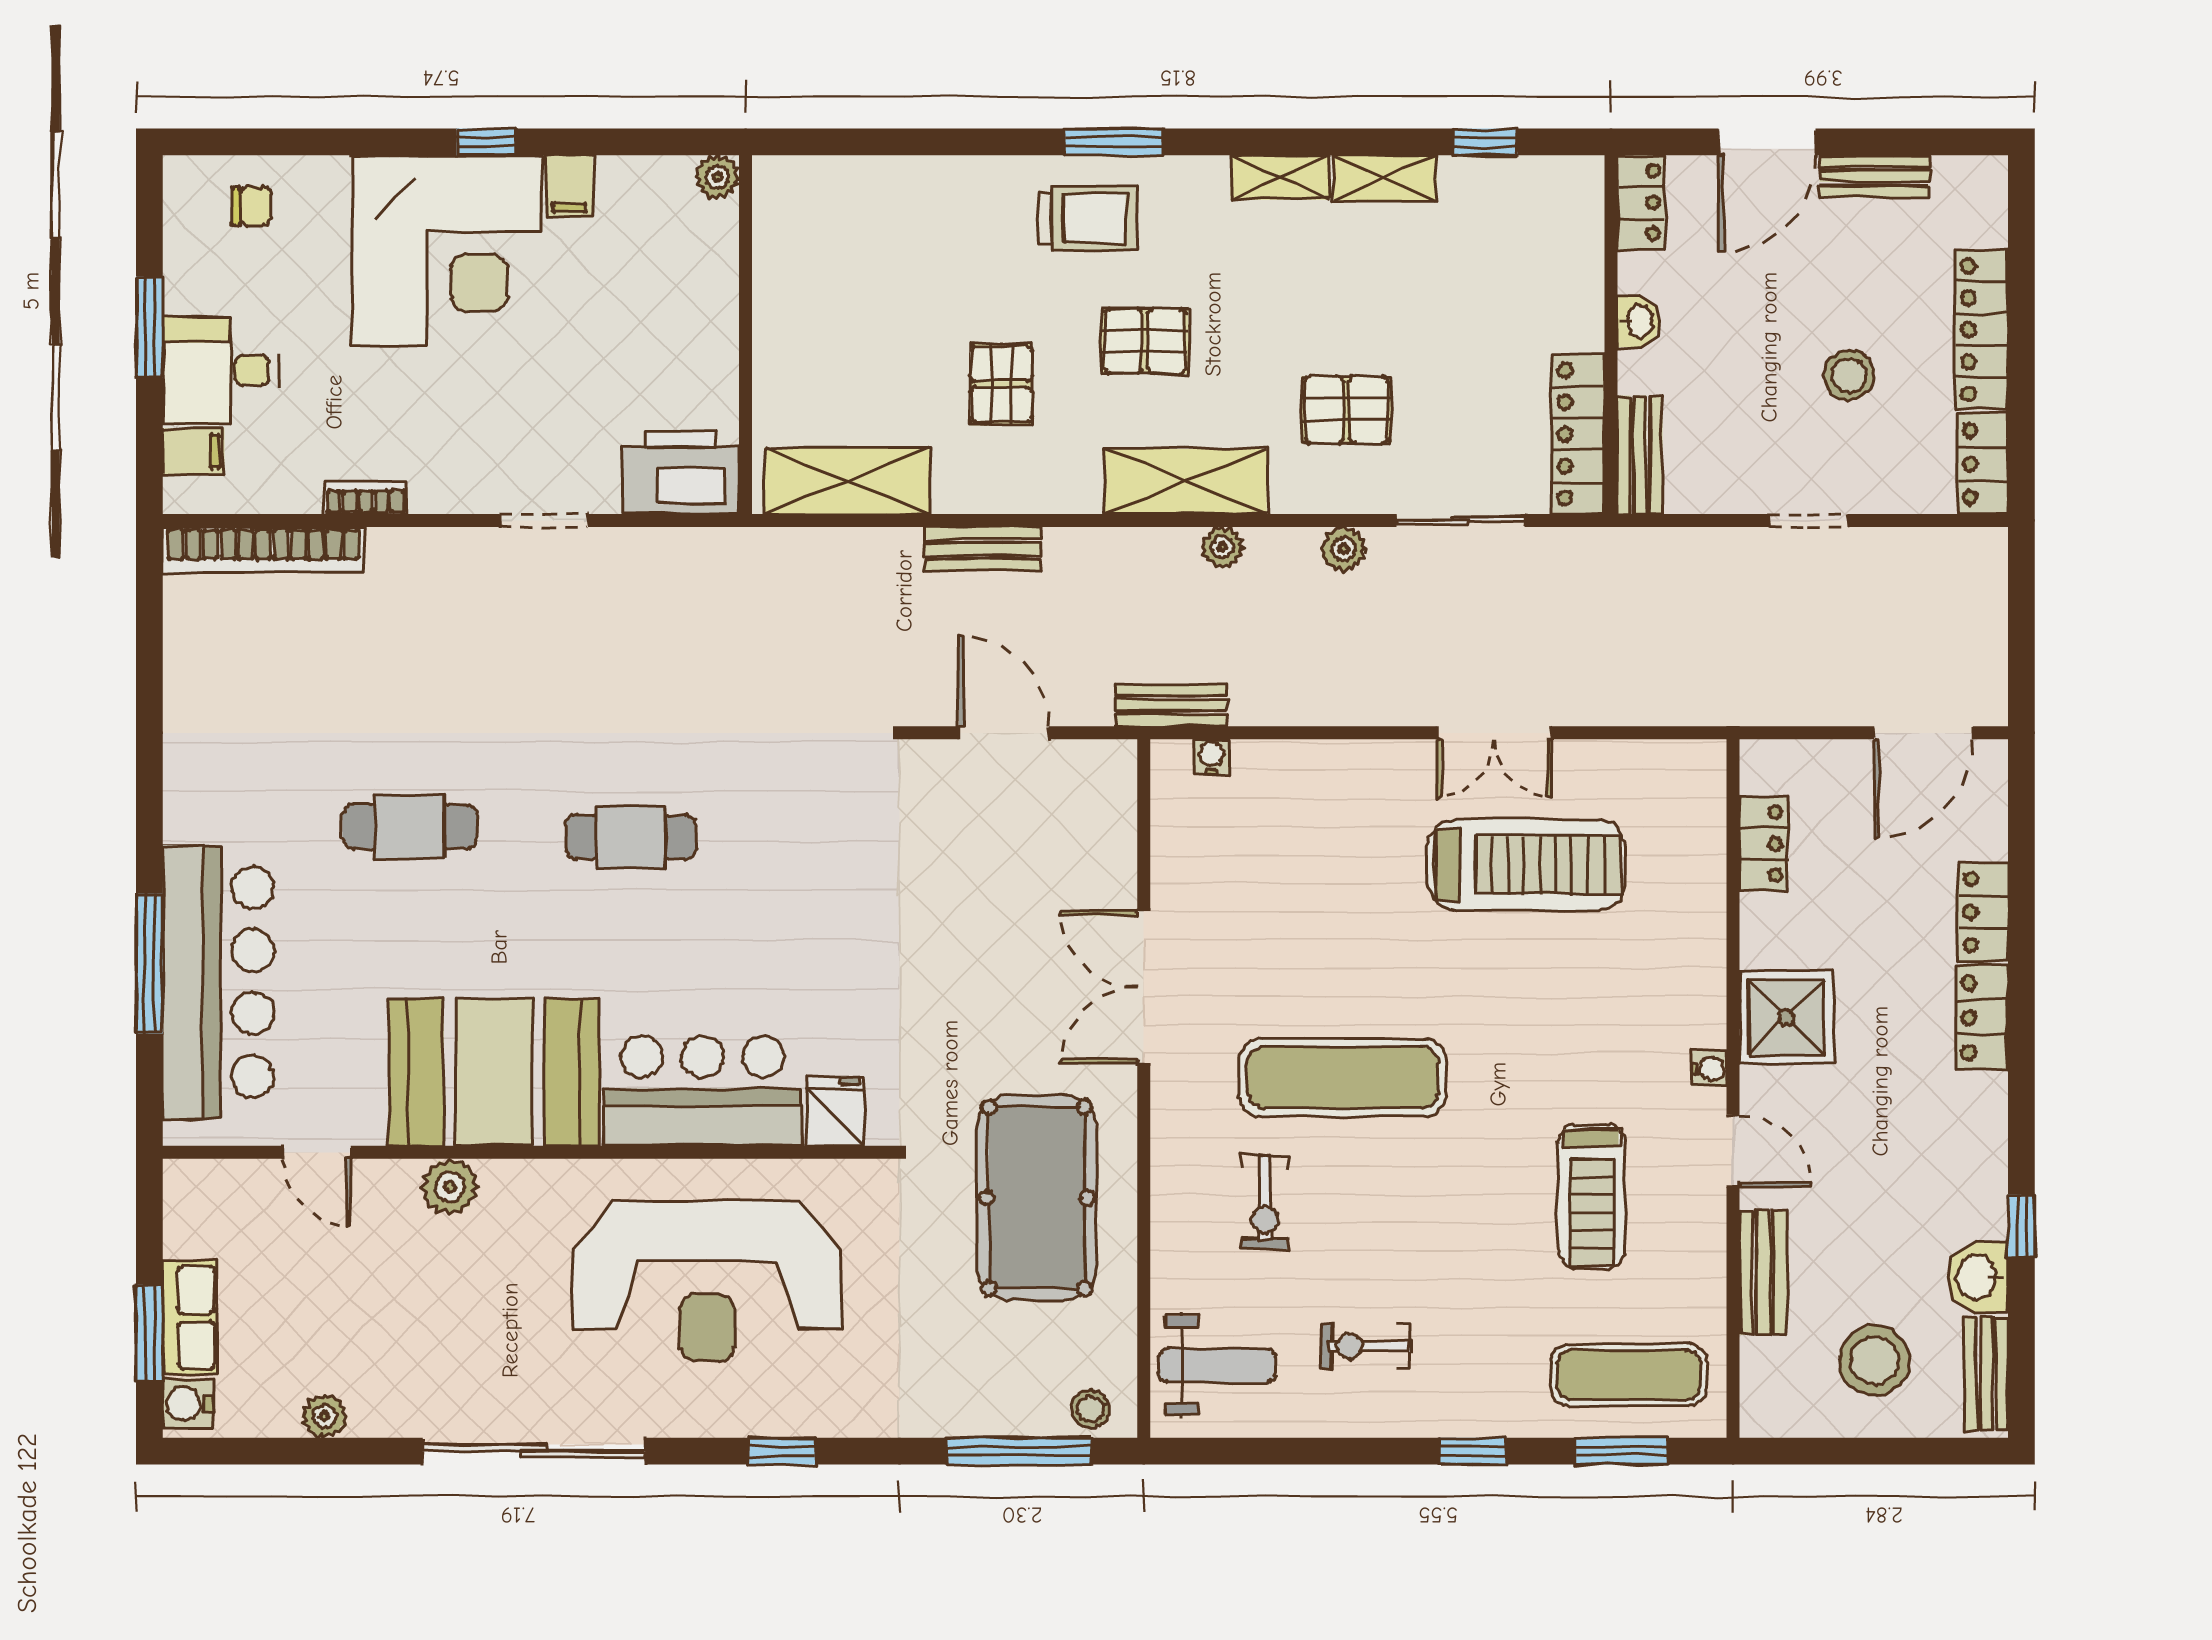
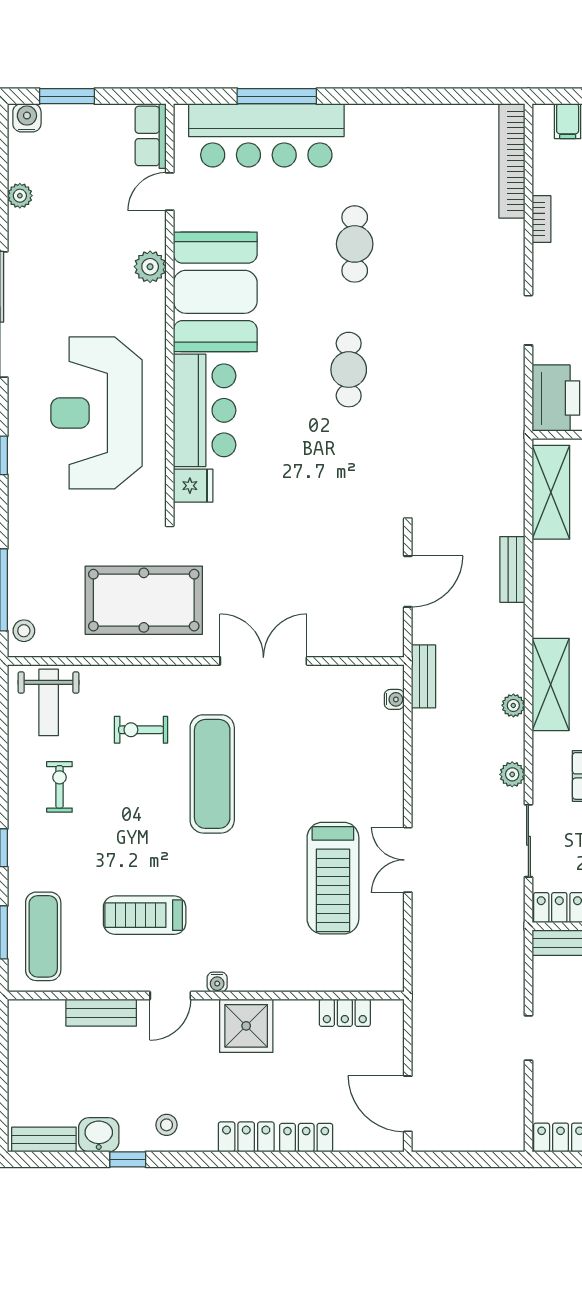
row of seats: (190, 1318) -> (151, 136), moved, turned 90
stool: (1874, 1360) -> (167, 1125), moved, width x0.53, depth x0.53

